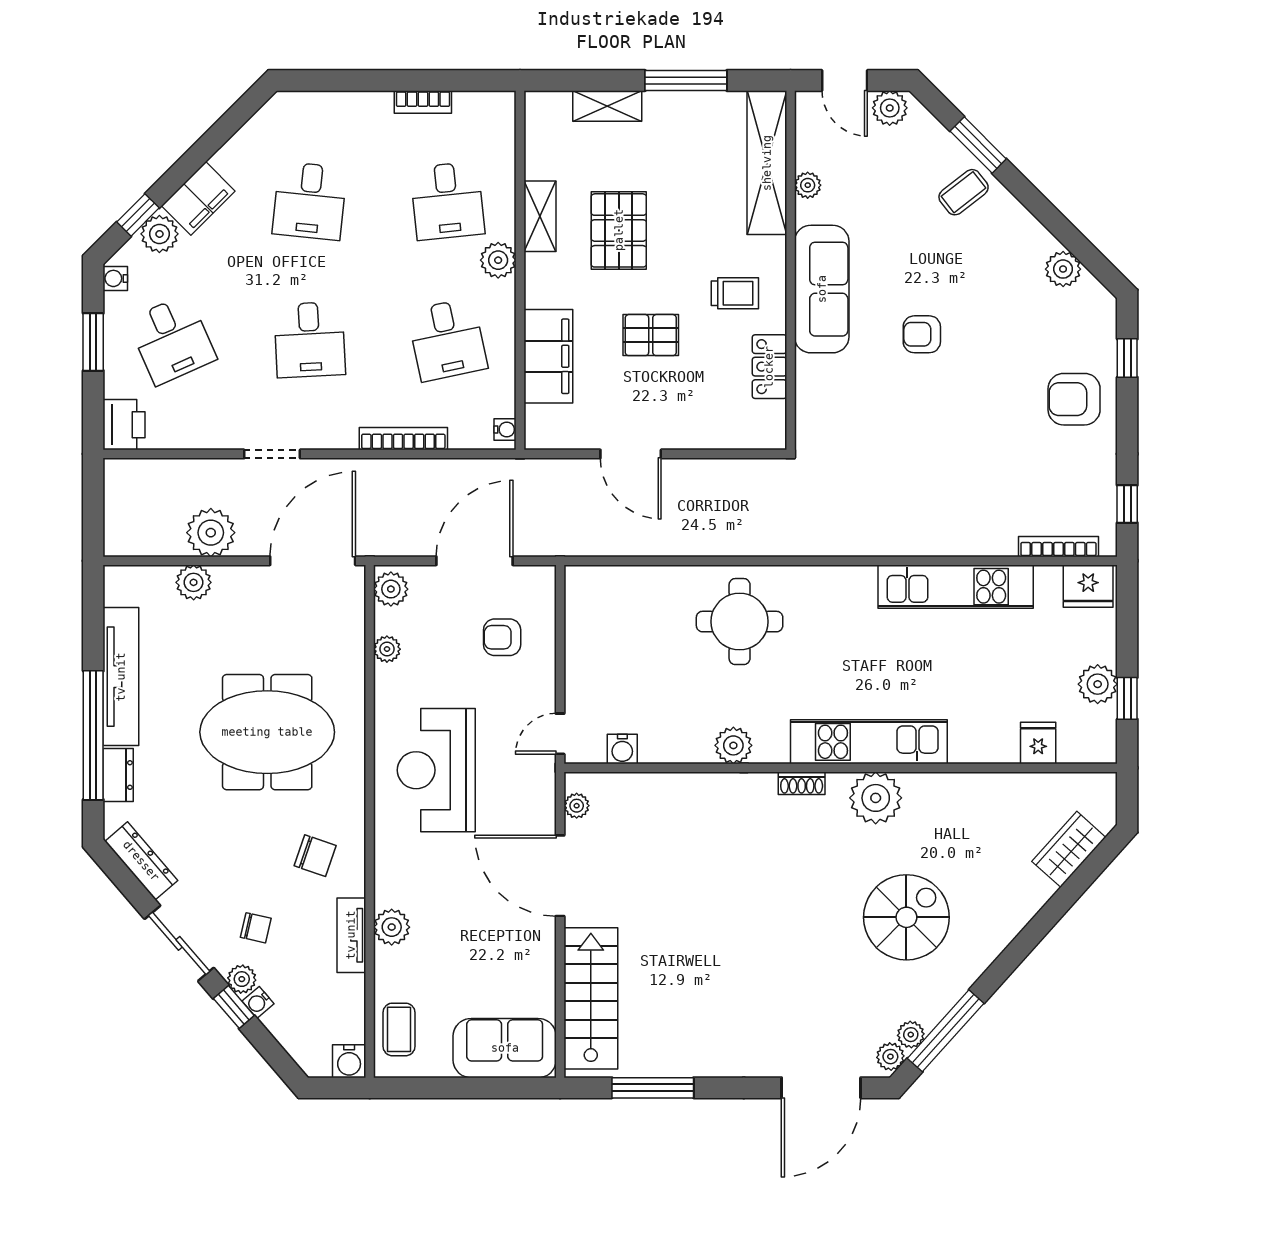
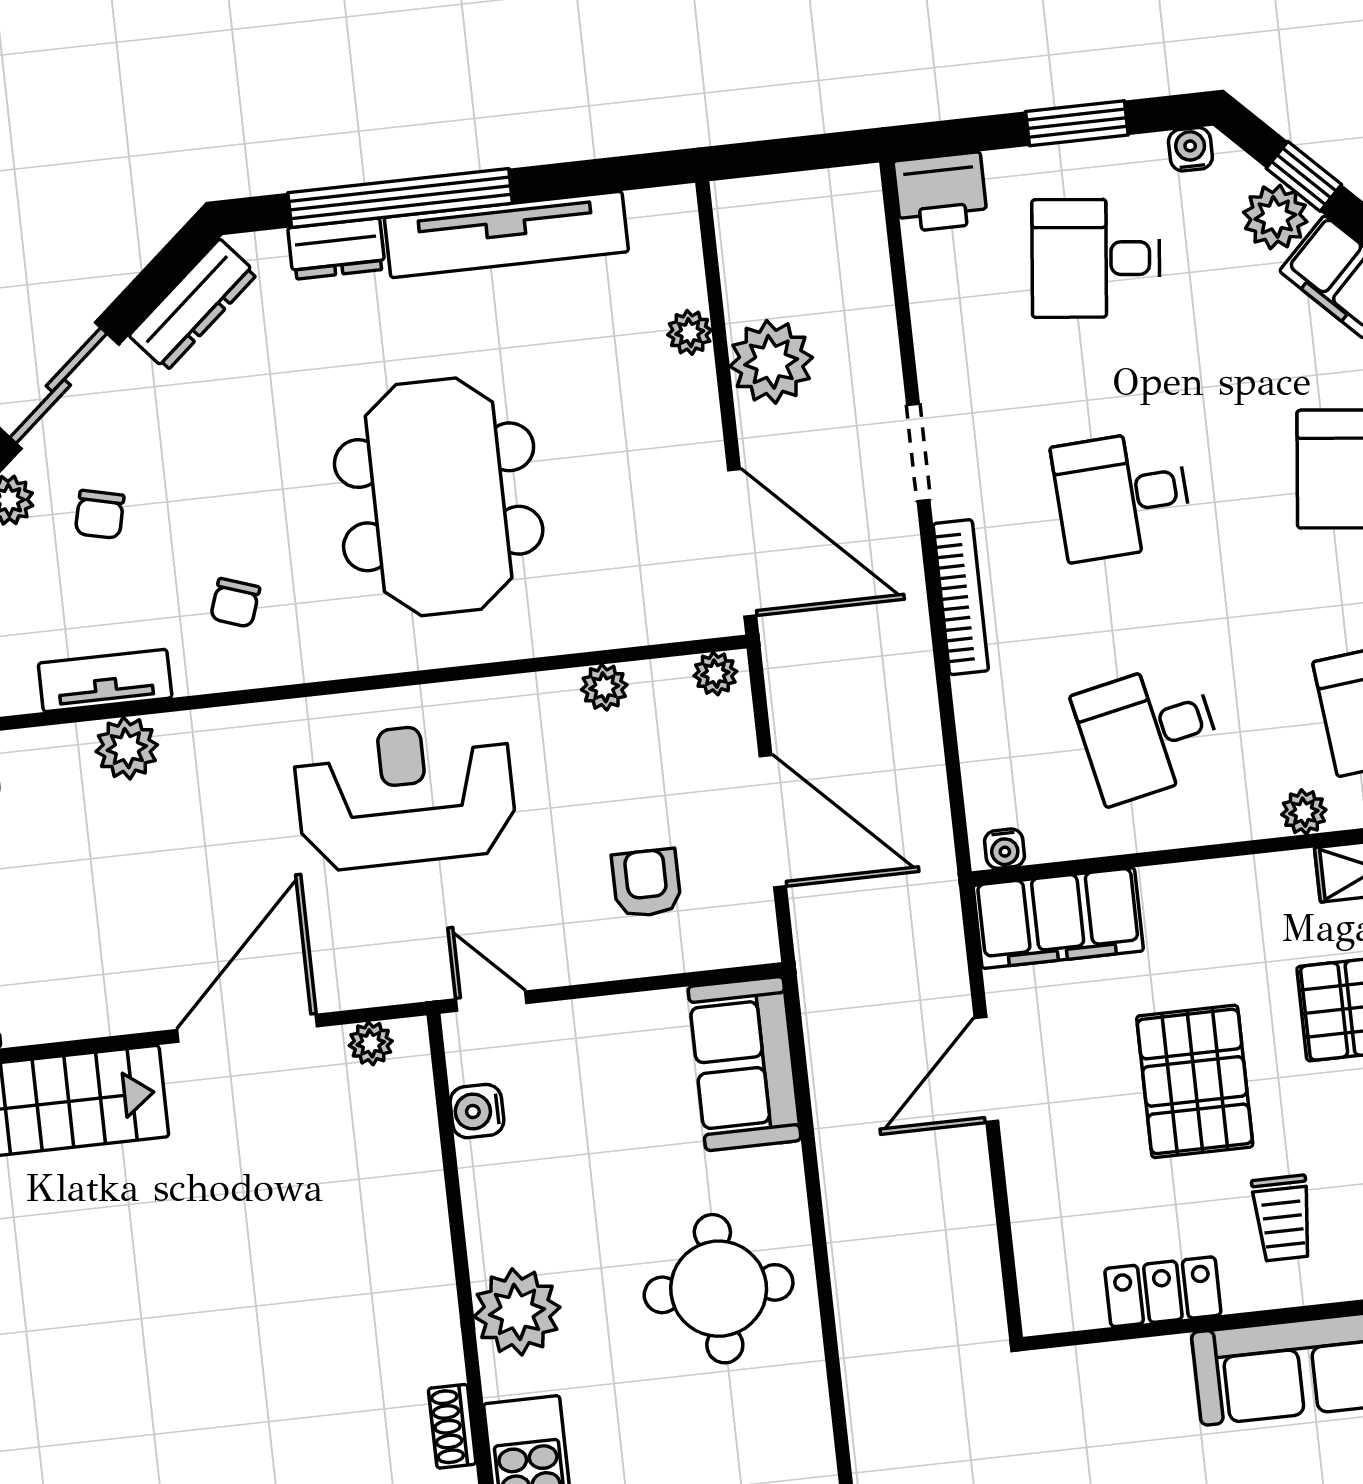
plant: (498, 260) -> (1304, 812), width x0.73, depth x0.73
pallet: (651, 335) -> (1195, 1081), width x1.50, depth x1.42
desk: (172, 340) -> (1096, 258), turned 30
filing cabinet: (548, 356) -> (1058, 918), moved
bookcase: (403, 439) -> (961, 597), moved
plant: (194, 582) -> (690, 332), width x0.73, depth x0.73
plant: (391, 589) -> (715, 674), width x0.73, depth x0.73
sofa: (612, 592) -> (744, 1064), added
plant: (733, 745) -> (517, 1312), width x1.36, depth x1.36
chair: (315, 856) -> (235, 603), width x0.73, depth x0.73

